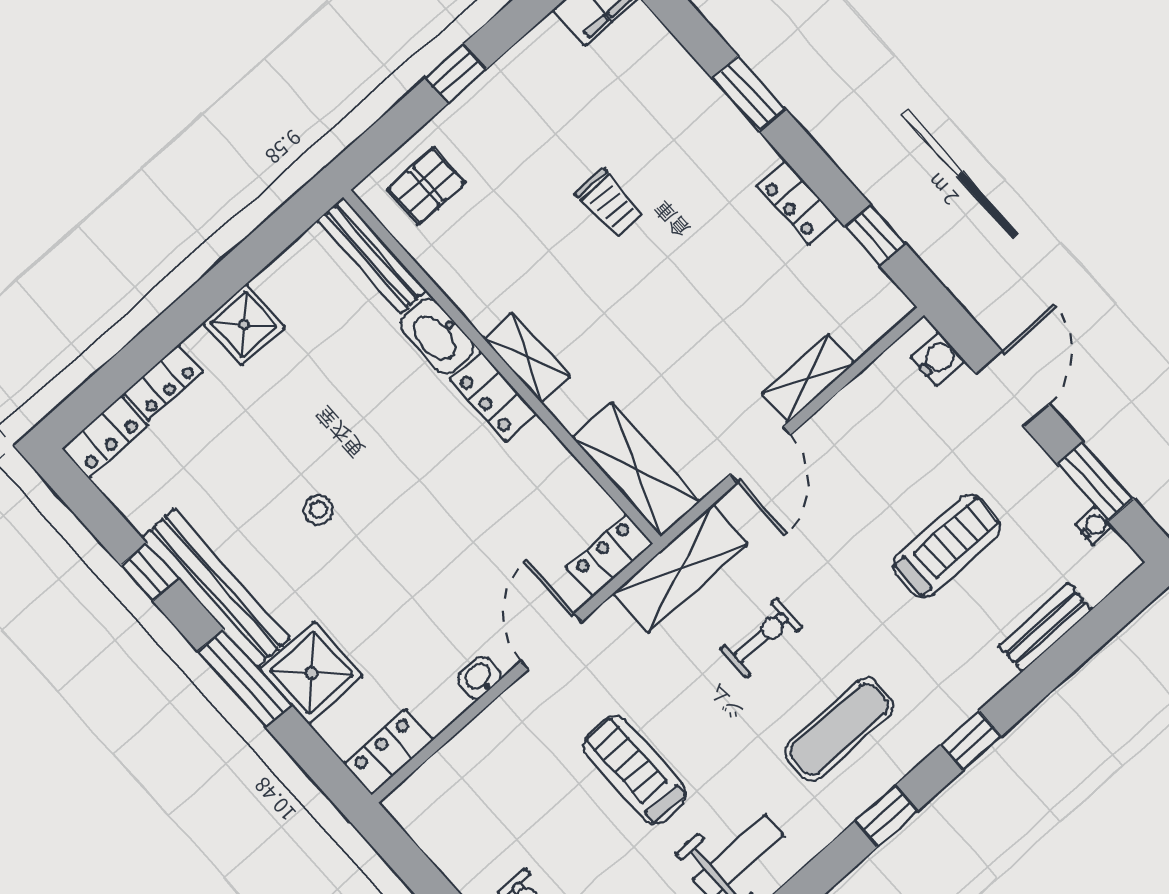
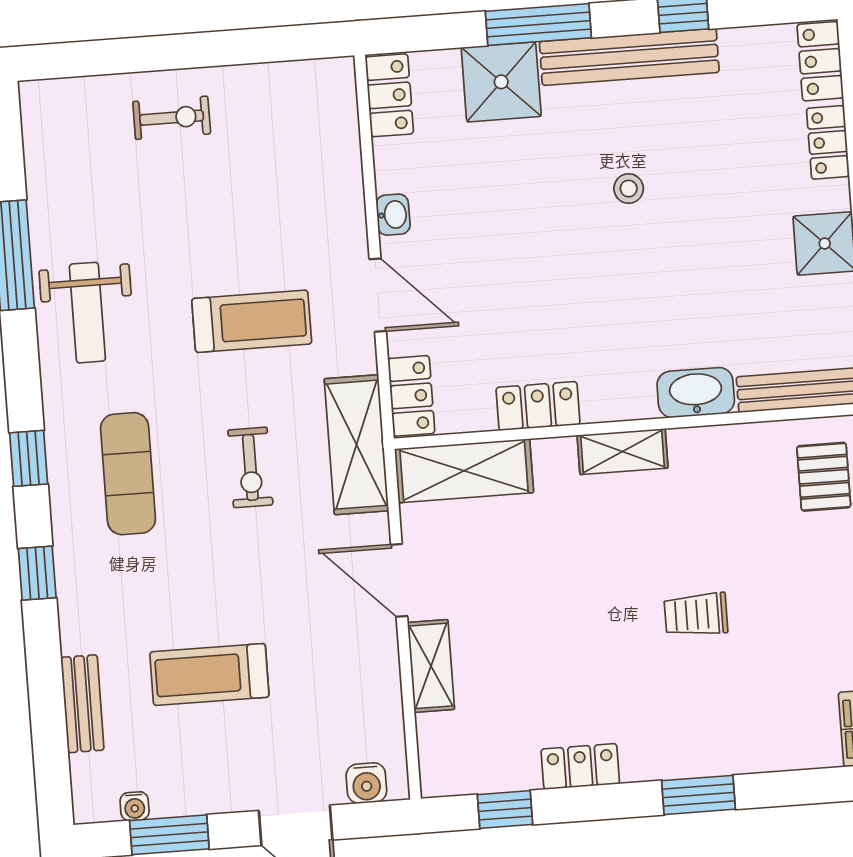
locker: (493, 397) -> (538, 406), moved
treadmill: (947, 546) -> (209, 675), turned 90
treadmill: (635, 770) -> (252, 321), moved

